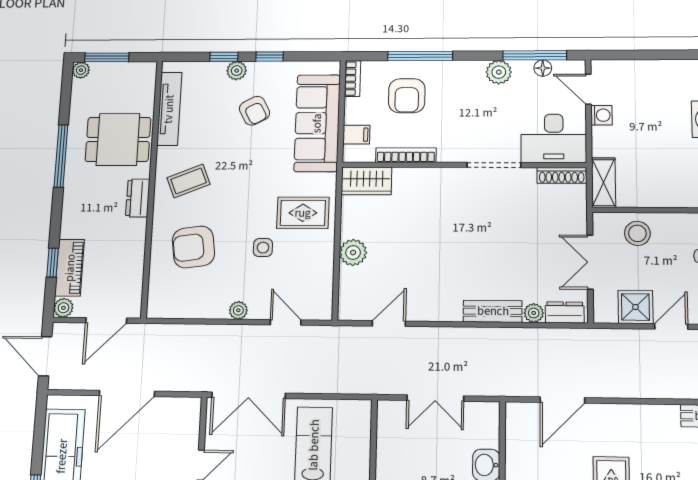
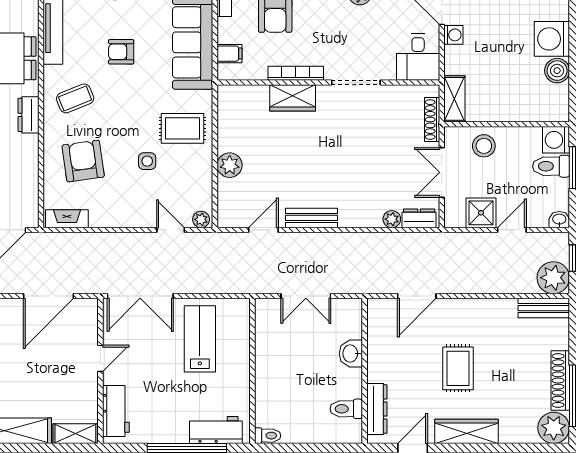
armchair: (254, 111) -> (121, 52), moved, turned 118
desk: (554, 138) -> (418, 57), width x0.73
bookcase: (406, 155) -> (296, 73), moved
shoe rack: (562, 175) -> (432, 120), moved, turned 90
wardrobe: (366, 181) -> (293, 98), moved
armchair: (193, 247) -> (83, 161), turned 90
fireplace: (172, 309) -> (67, 219), added
plant: (238, 310) -> (201, 219), moved
bench: (493, 311) -> (312, 218), moved
door: (127, 393) -> (48, 296), moved

